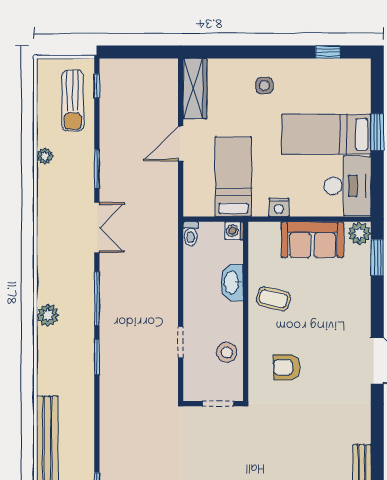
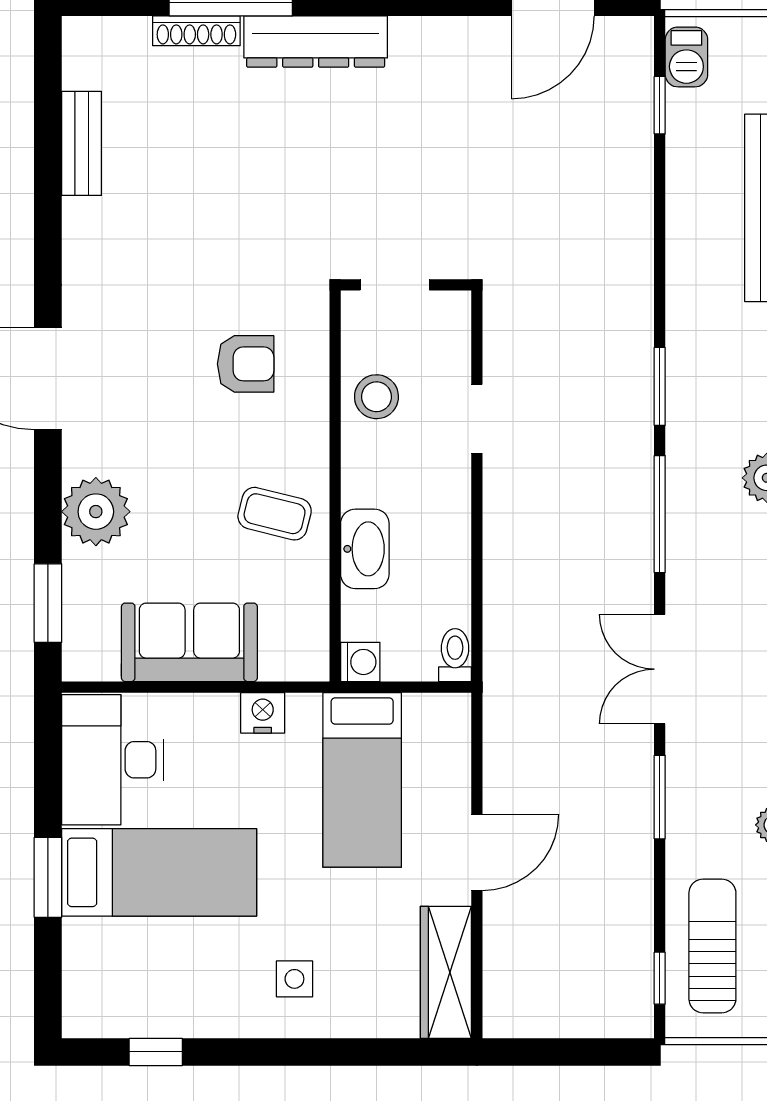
plant: (359, 233) -> (96, 512), moved, width x1.36, depth x1.36

